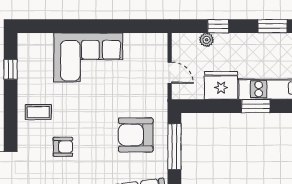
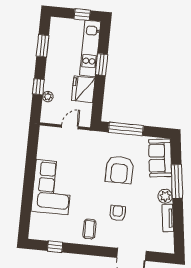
armchair: (136, 135) -> (119, 170), moved

